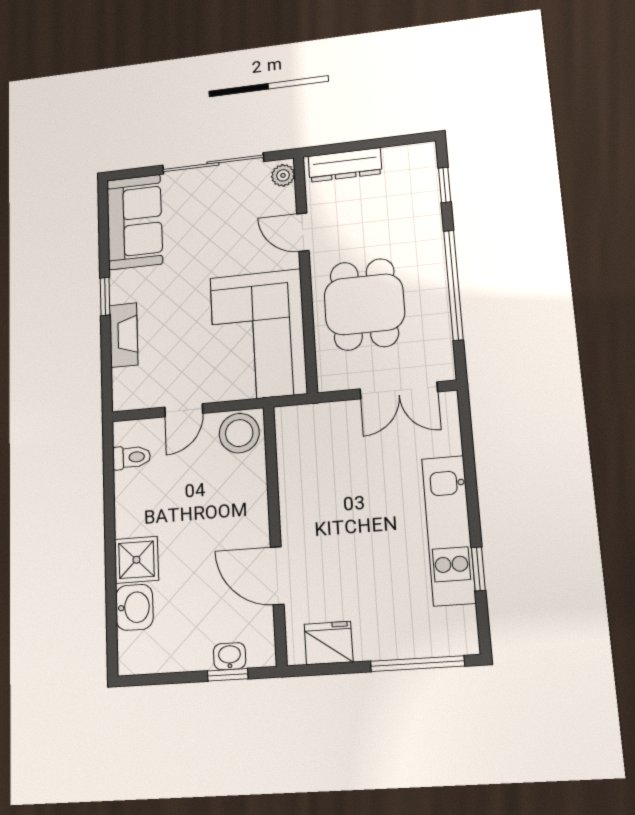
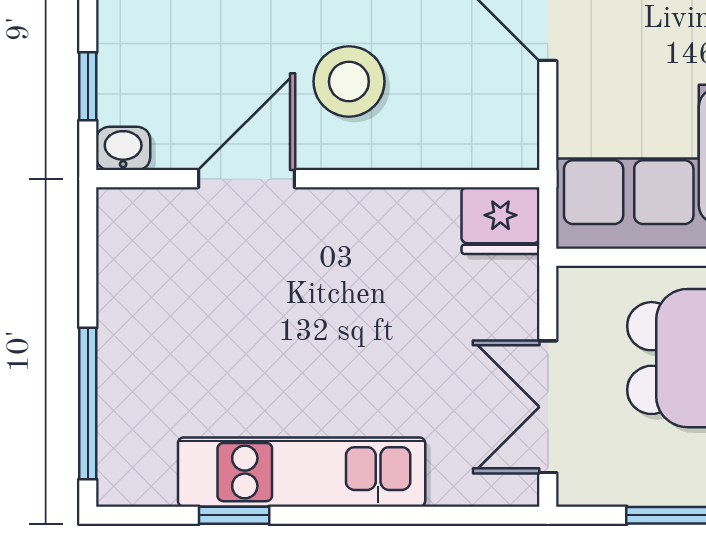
stool: (239, 433) -> (349, 81), moved
fridge: (329, 643) -> (500, 221), moved, turned 90
washbasin: (230, 656) -> (123, 148), moved, turned -90

